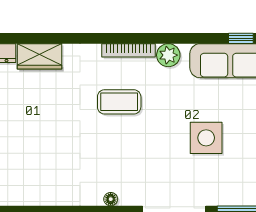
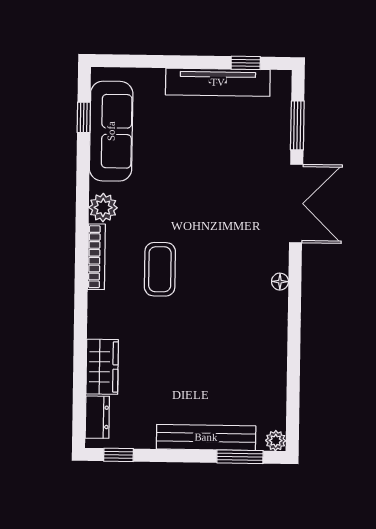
side table: (206, 138) -> (206, 162), removed

